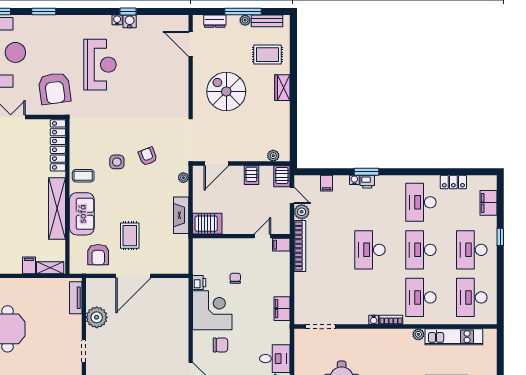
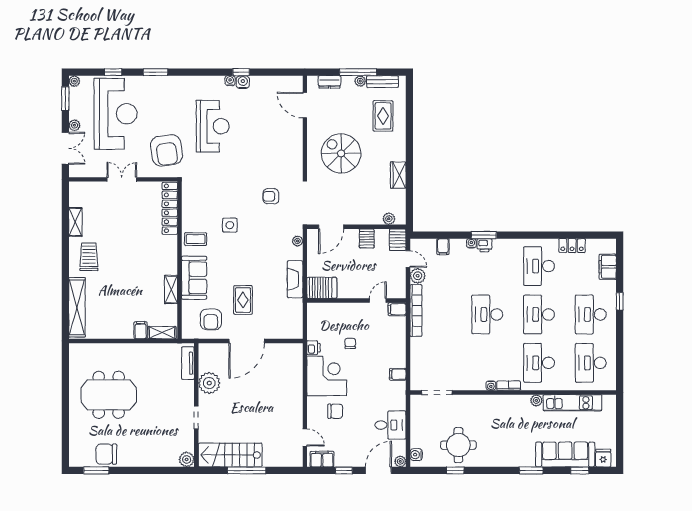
rug: (268, 55) -> (383, 116), turned 90
wardrobe: (282, 88) -> (398, 175), moved
armchair: (148, 156) -> (271, 196), moved, turned -69
shelving: (57, 208) -> (171, 289), width x0.45, depth x0.75
filing cabinet: (282, 309) -> (398, 374), width x0.50

